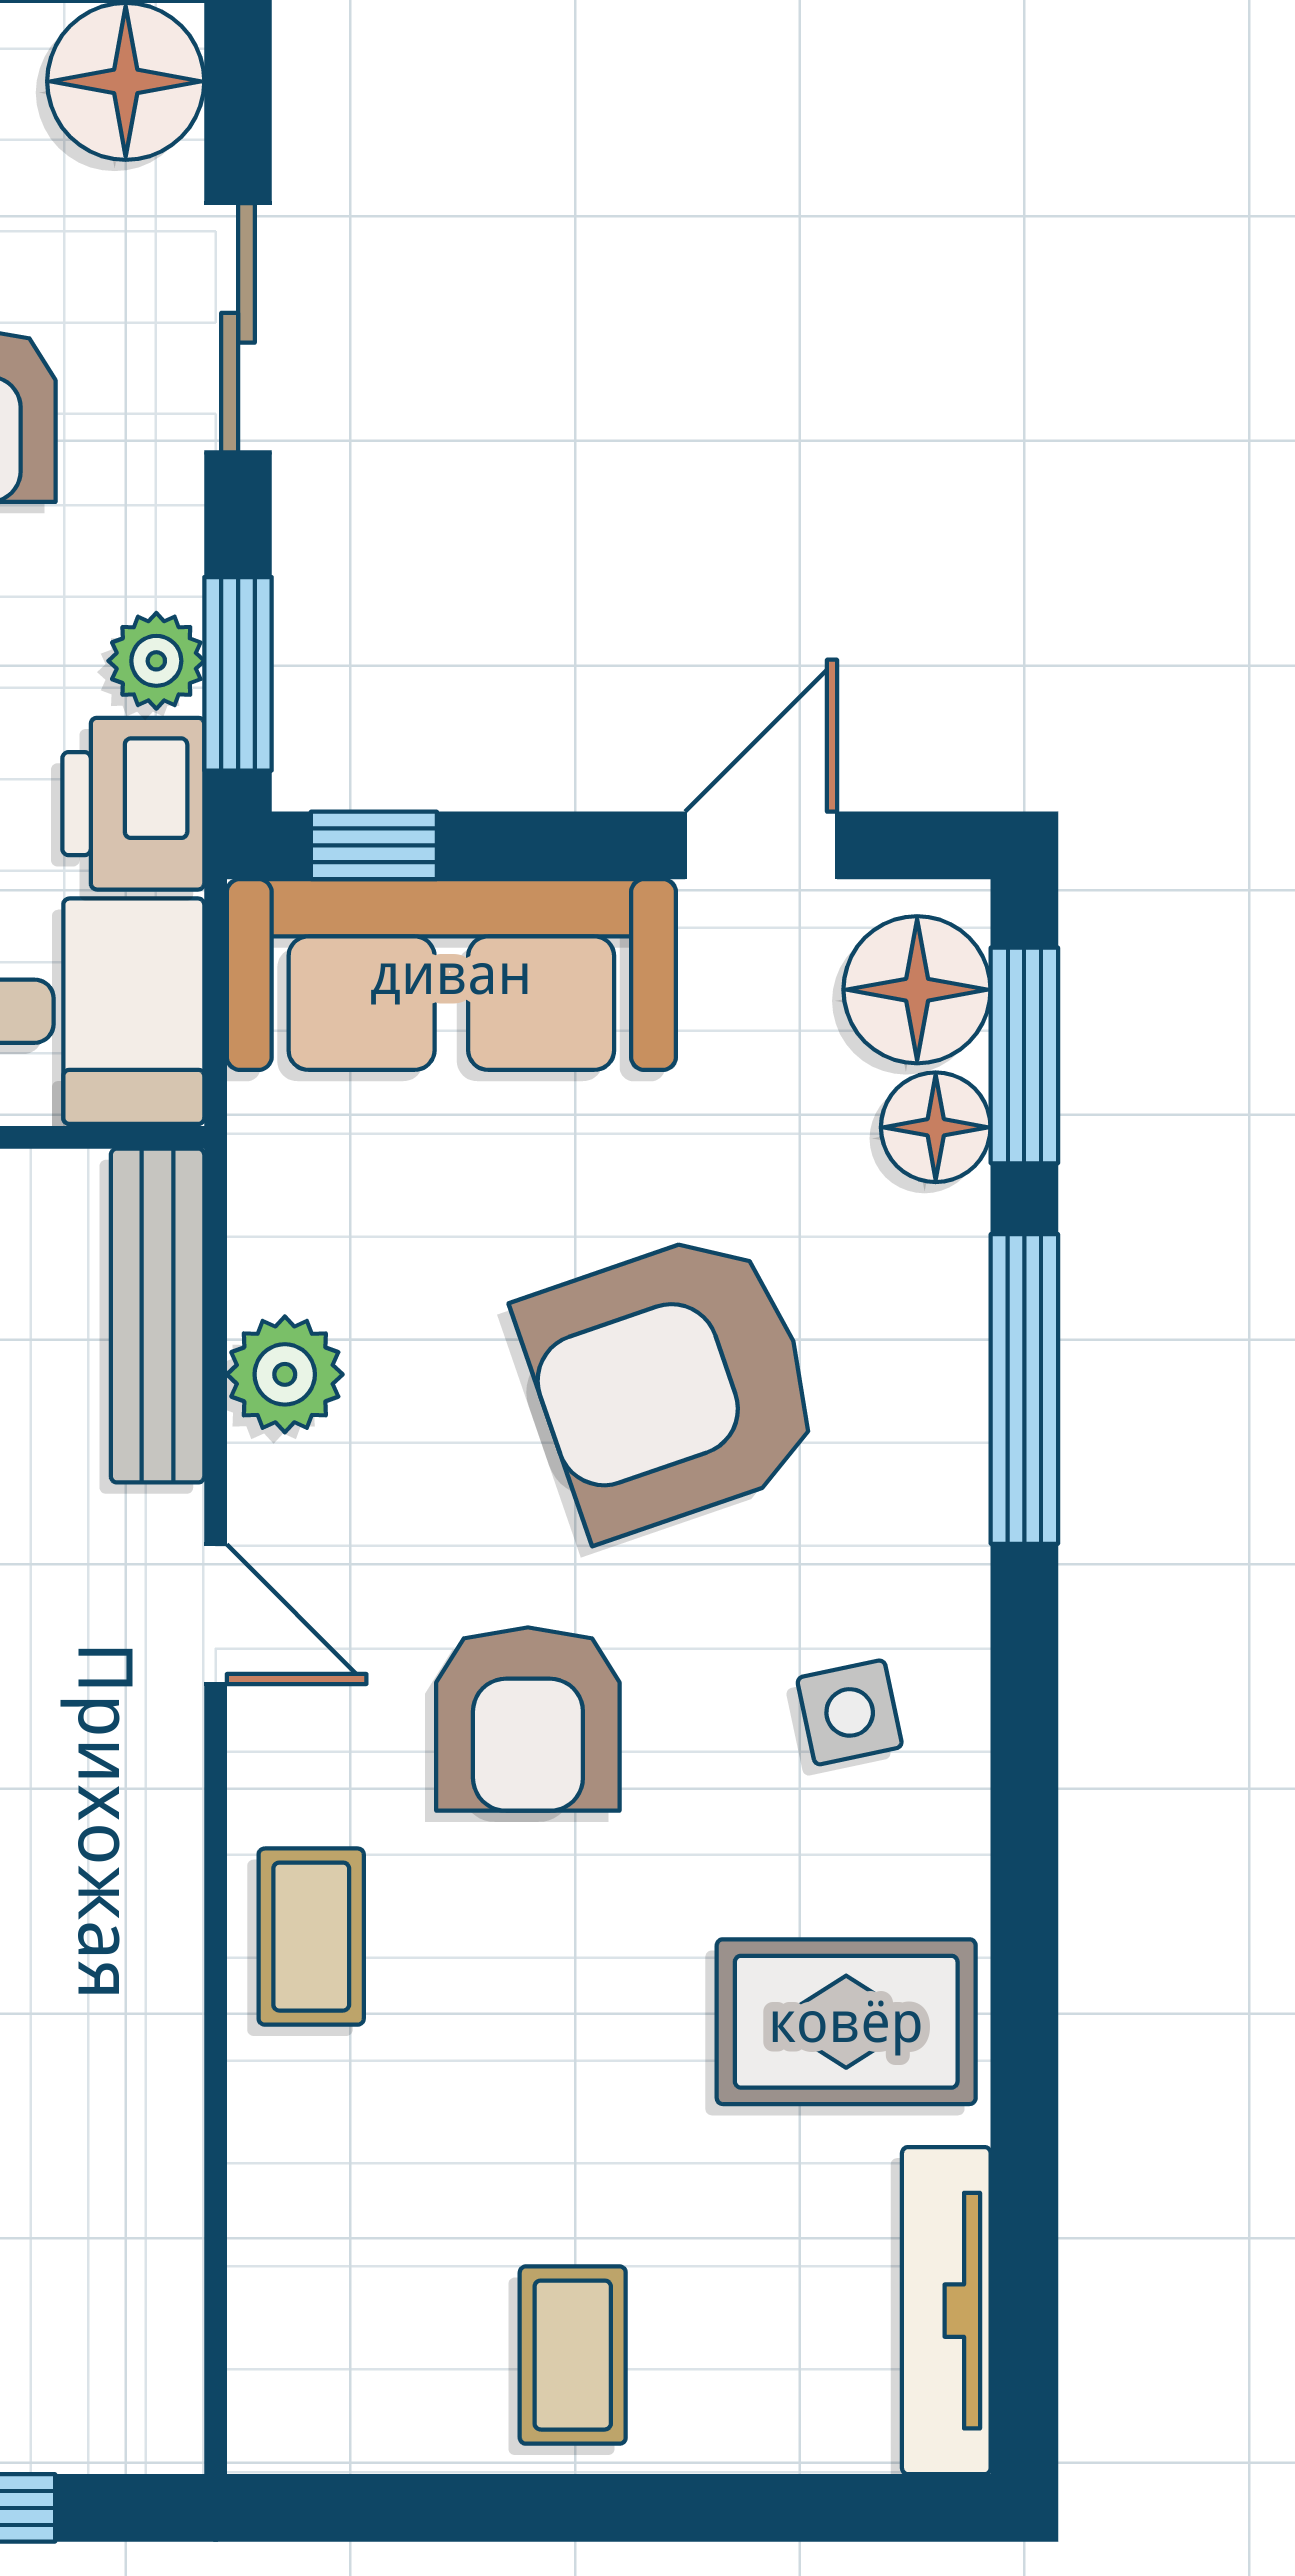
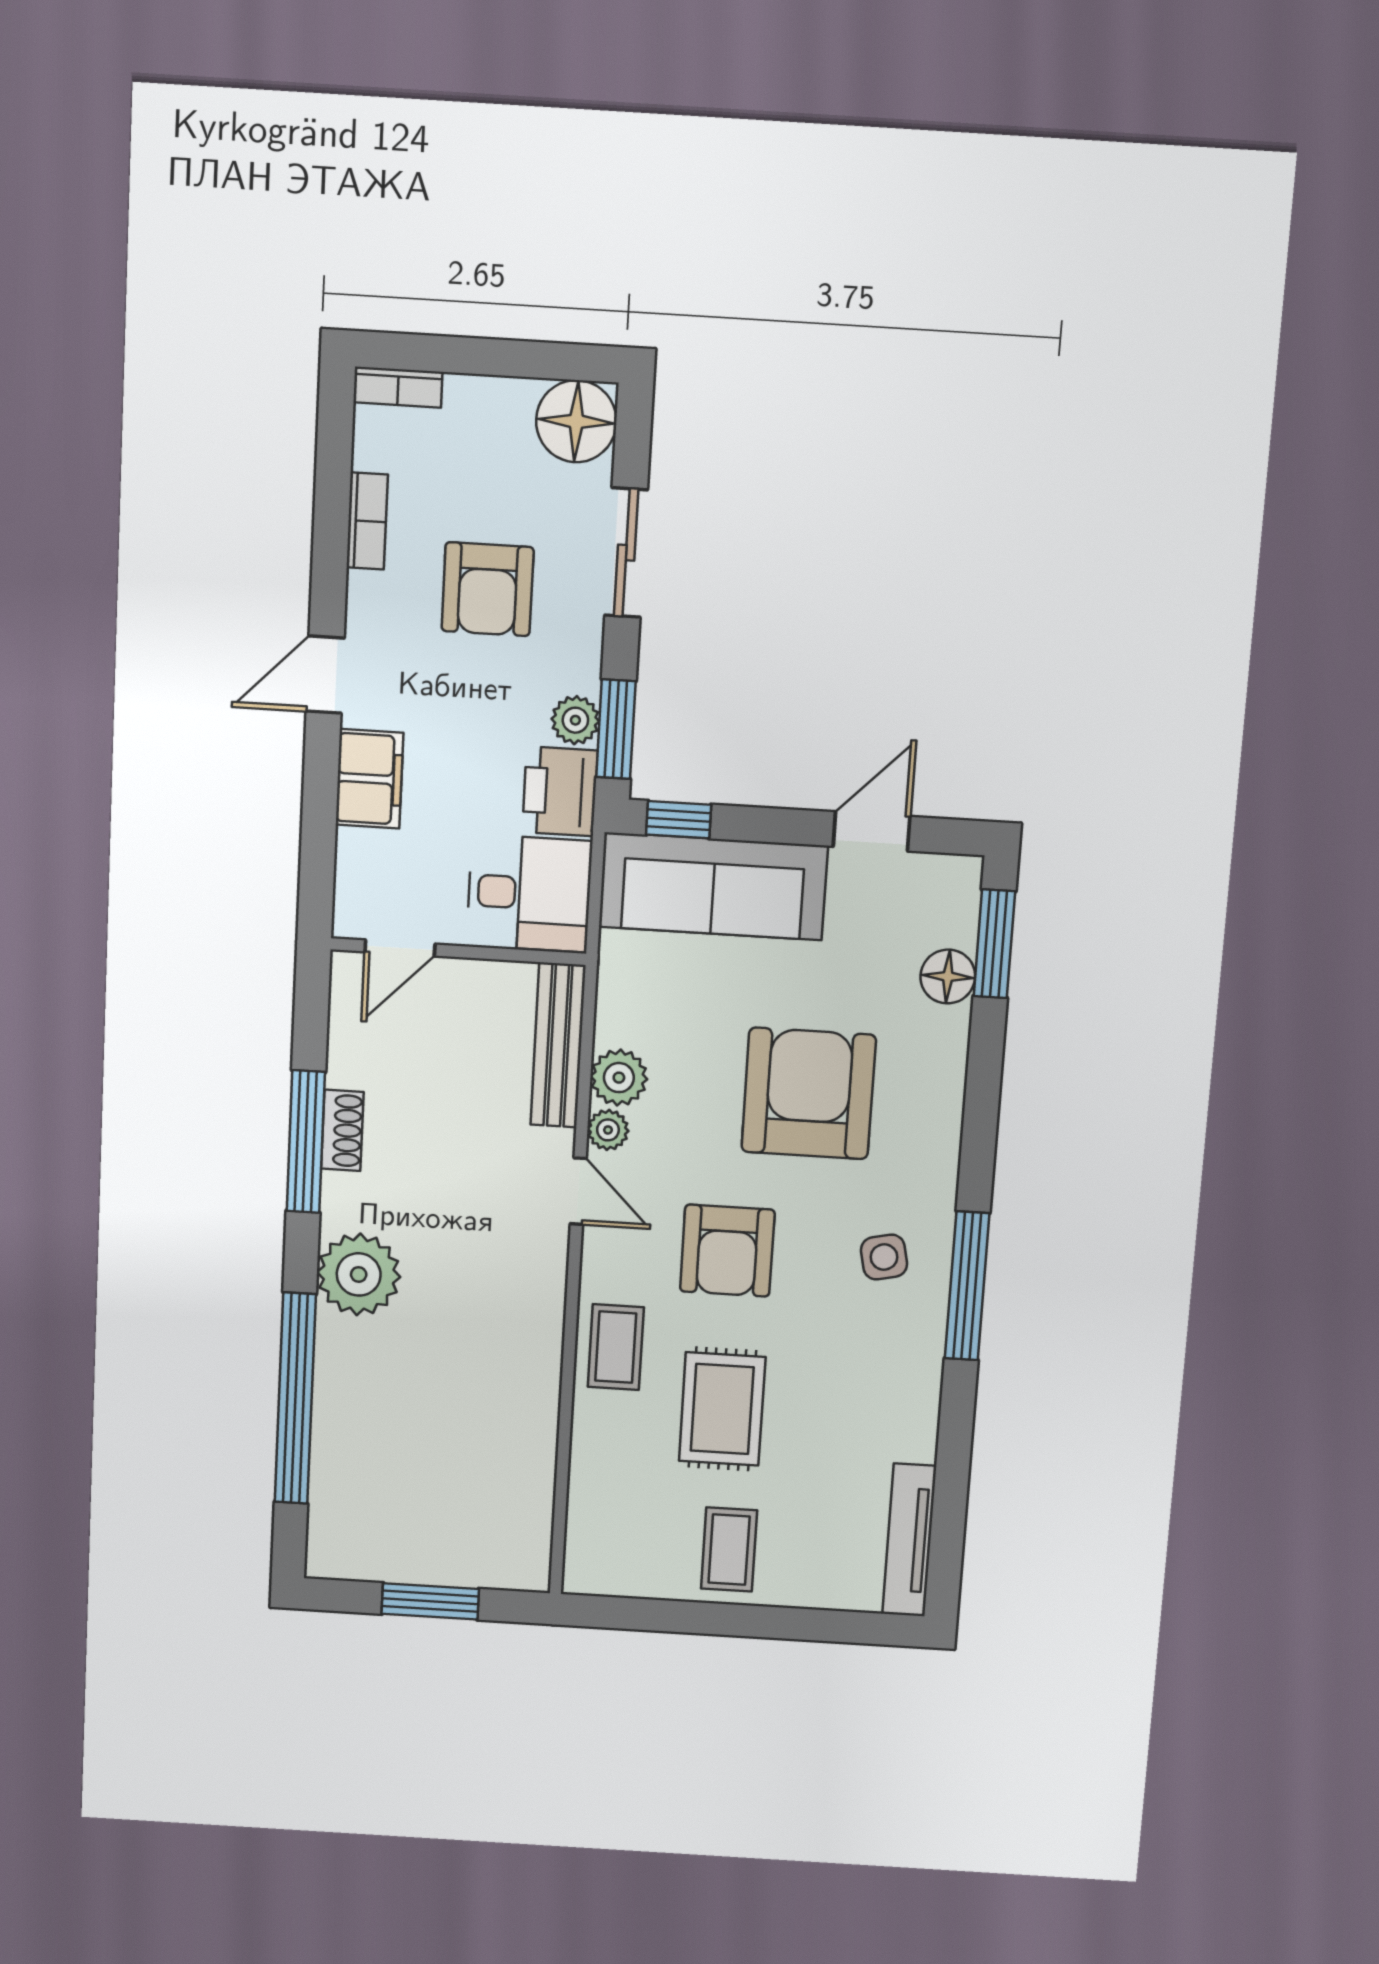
floor lamp: (917, 990) -> (944, 908), removed
armchair: (672, 1383) -> (809, 1093), turned 109
window: (1024, 1389) -> (967, 1286), moved
plant: (269, 1483) -> (608, 1130), added
rug: (846, 2022) -> (722, 1409), moved, turned 90

